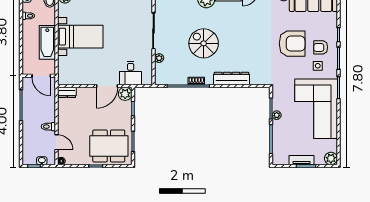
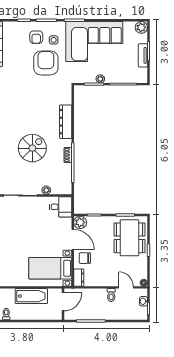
bed with nightstands: (80, 37) -> (50, 268), moved, turned -90
spiral stairs: (204, 43) -> (32, 148), turned 180
armchair: (292, 44) -> (46, 63), moved
desk: (131, 73) -> (61, 207), moved
chair: (87, 99) -> (85, 258), added
door: (56, 142) -> (126, 287), hinge flipped

